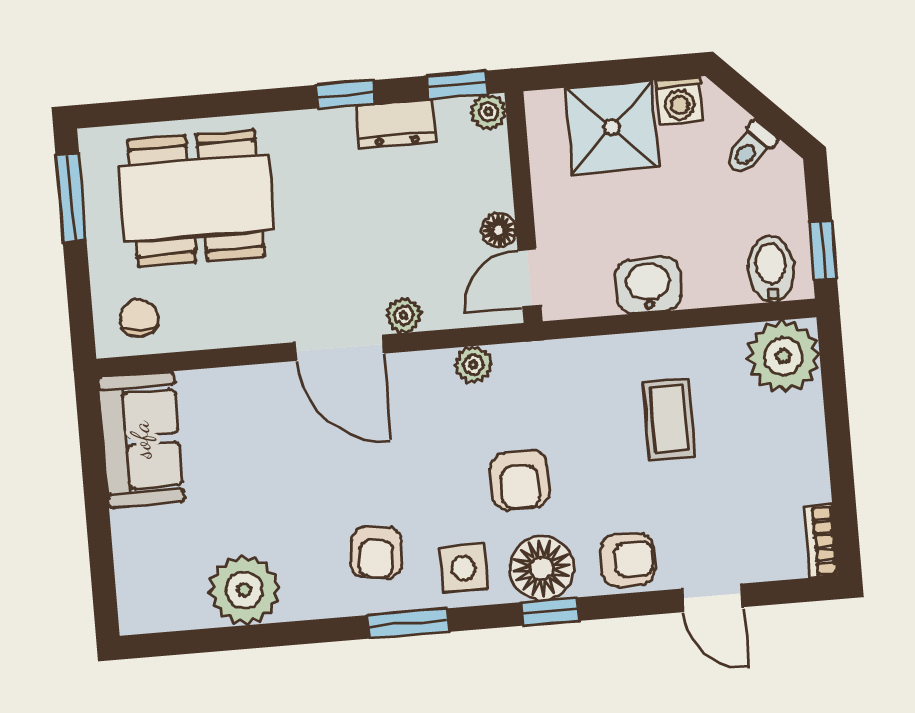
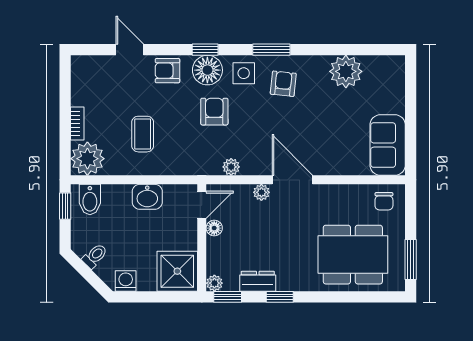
shower: (612, 127) -> (177, 271), moved
bookcase: (821, 541) -> (77, 123), moved

